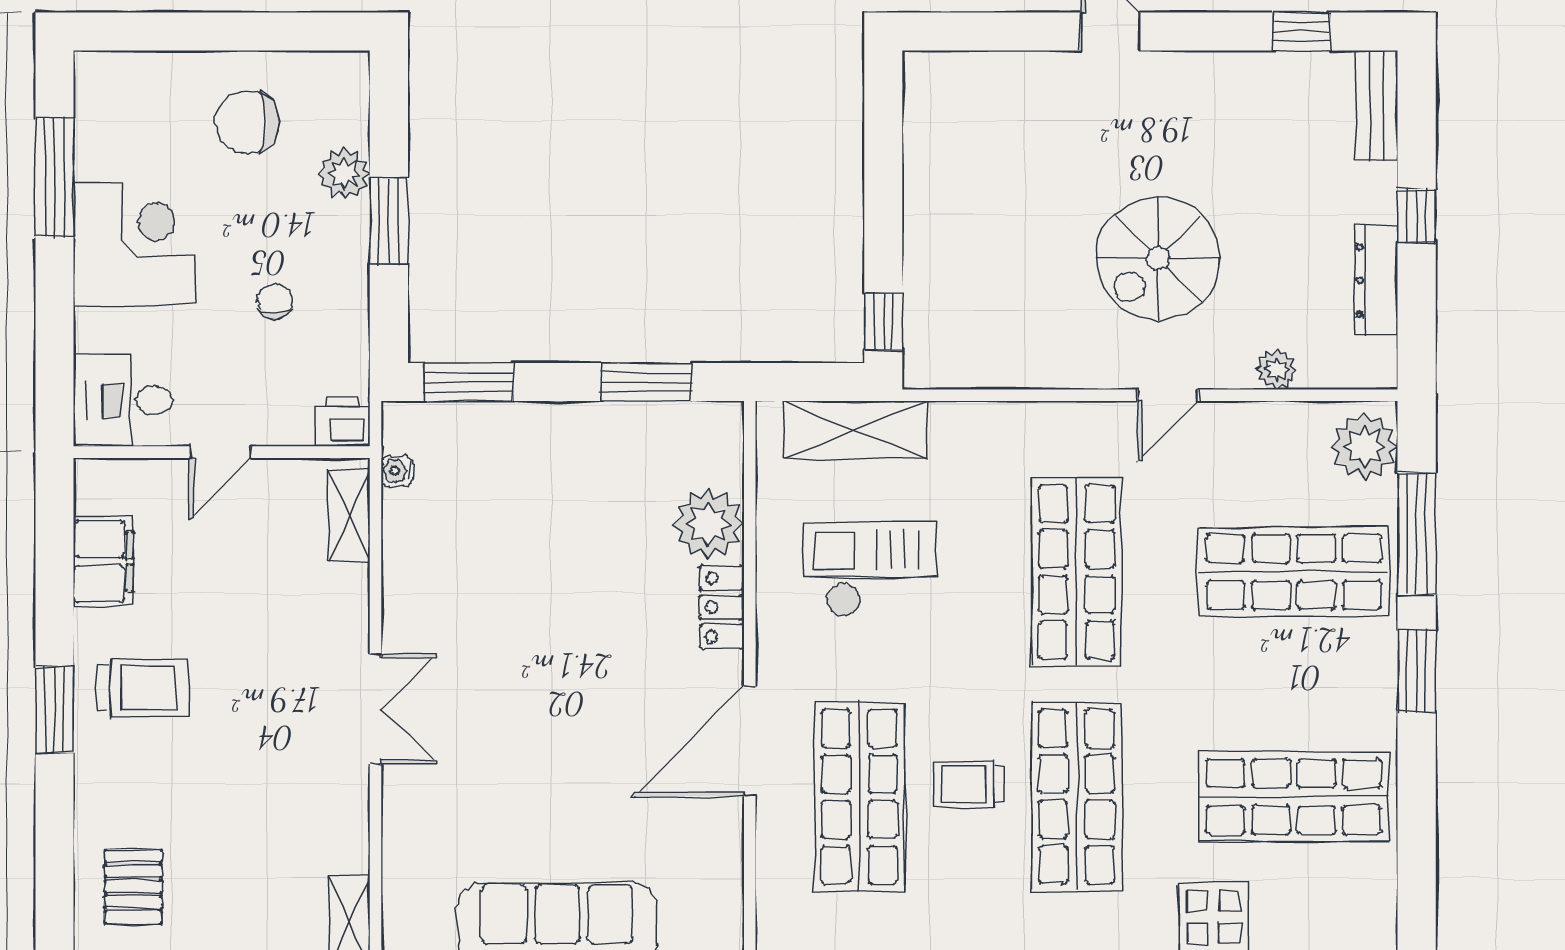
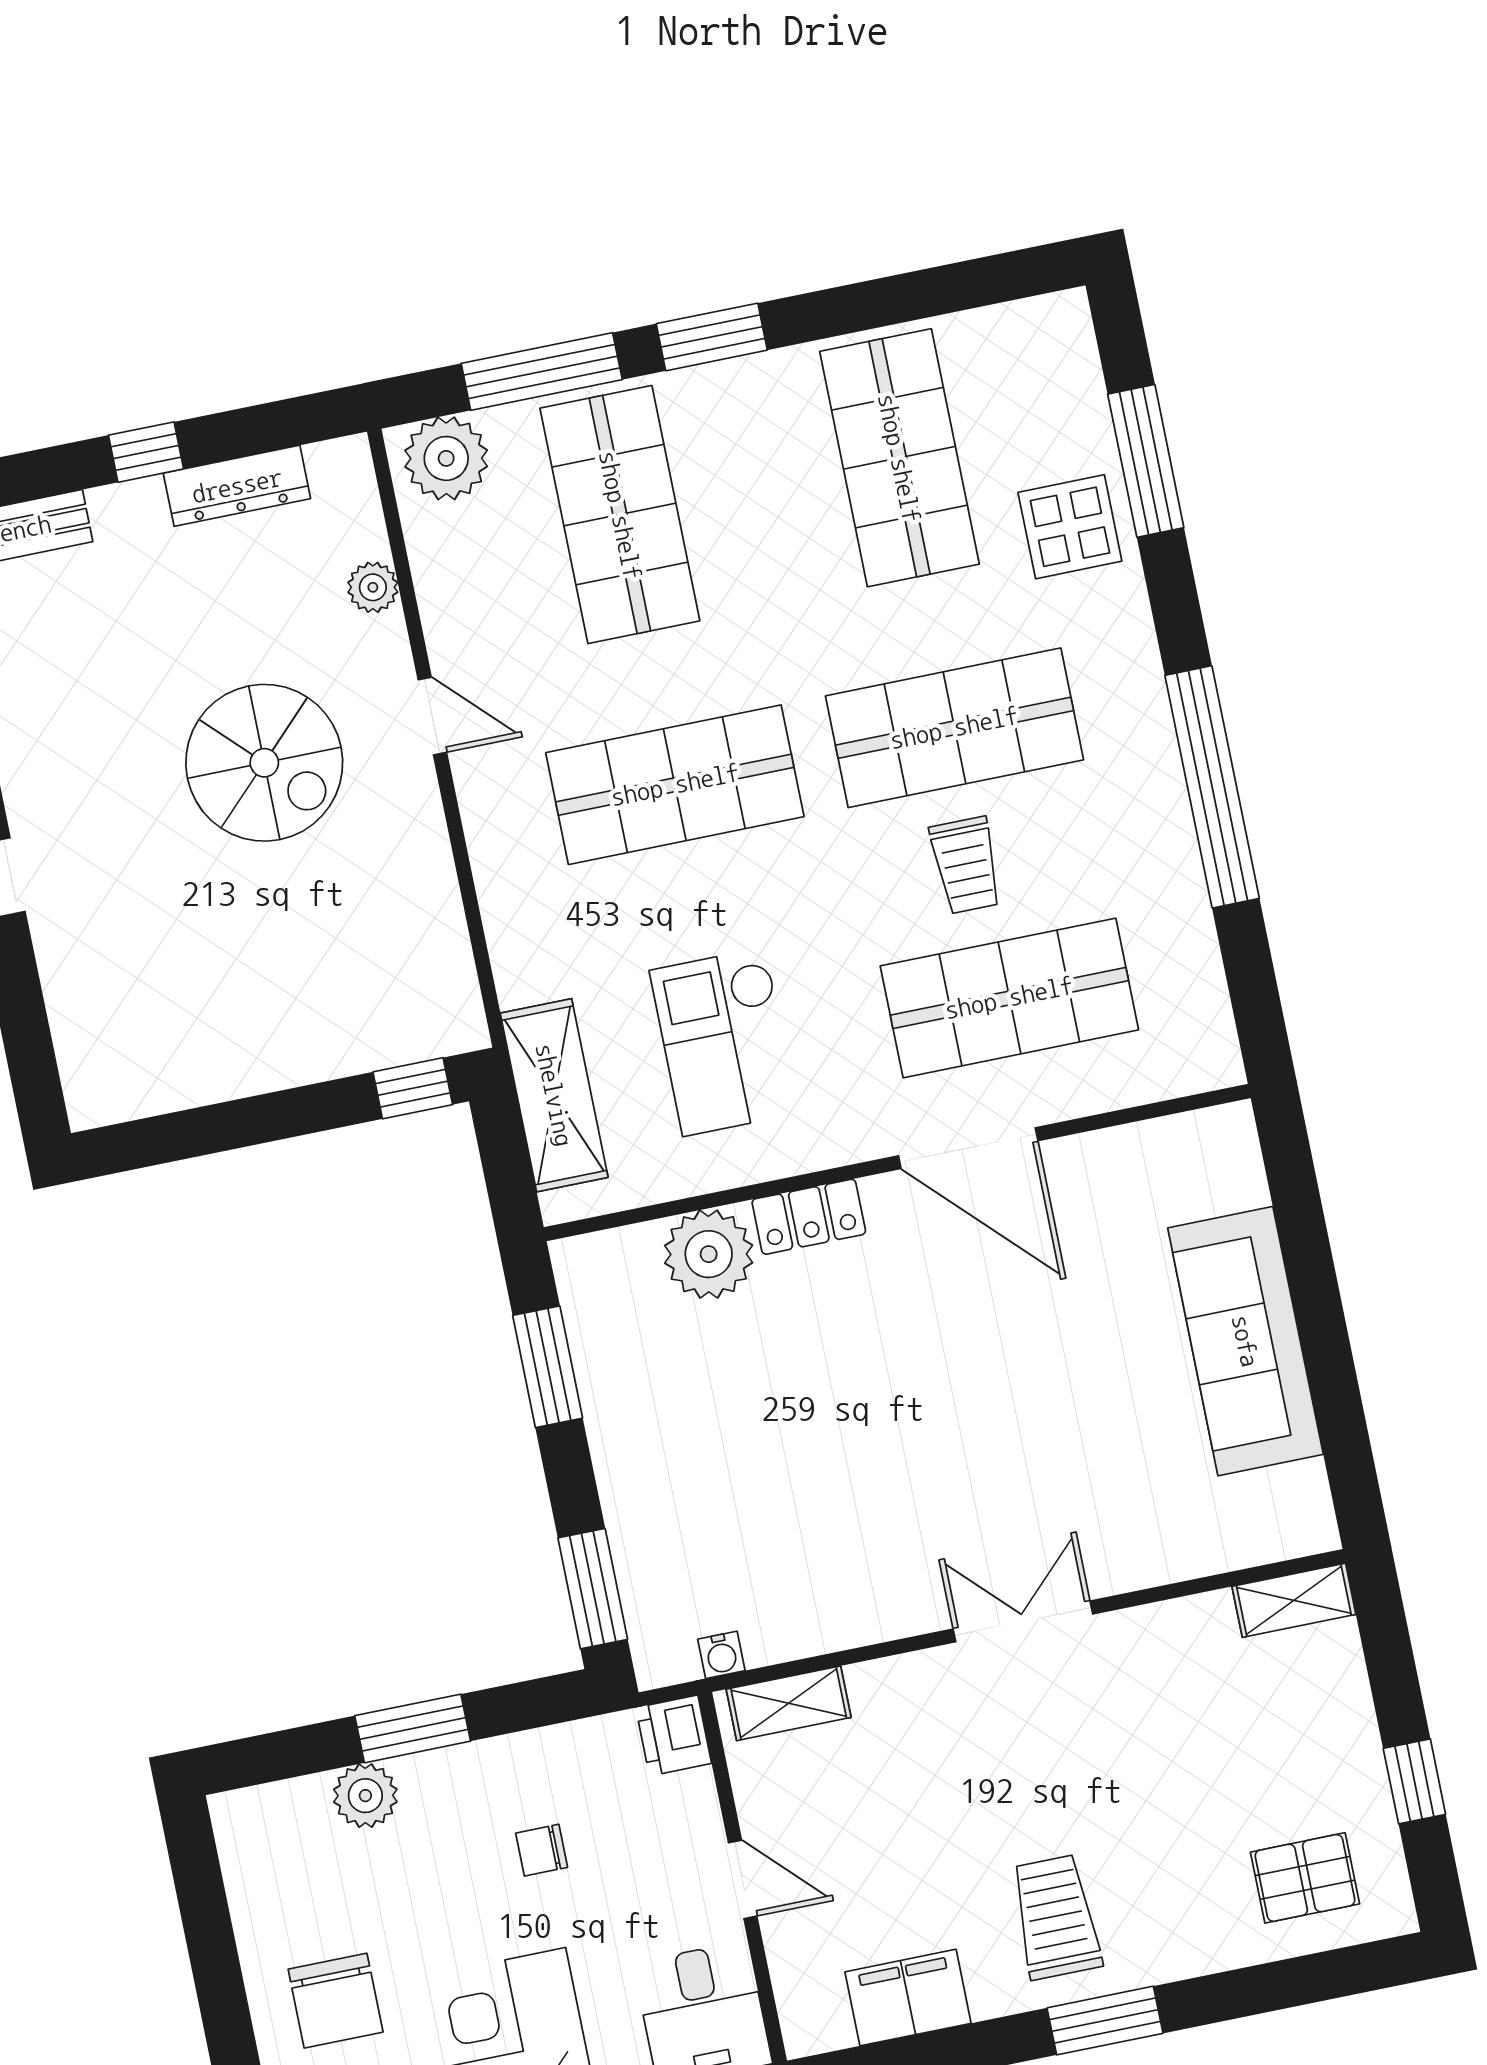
chair: (247, 122) -> (336, 2001), moved

